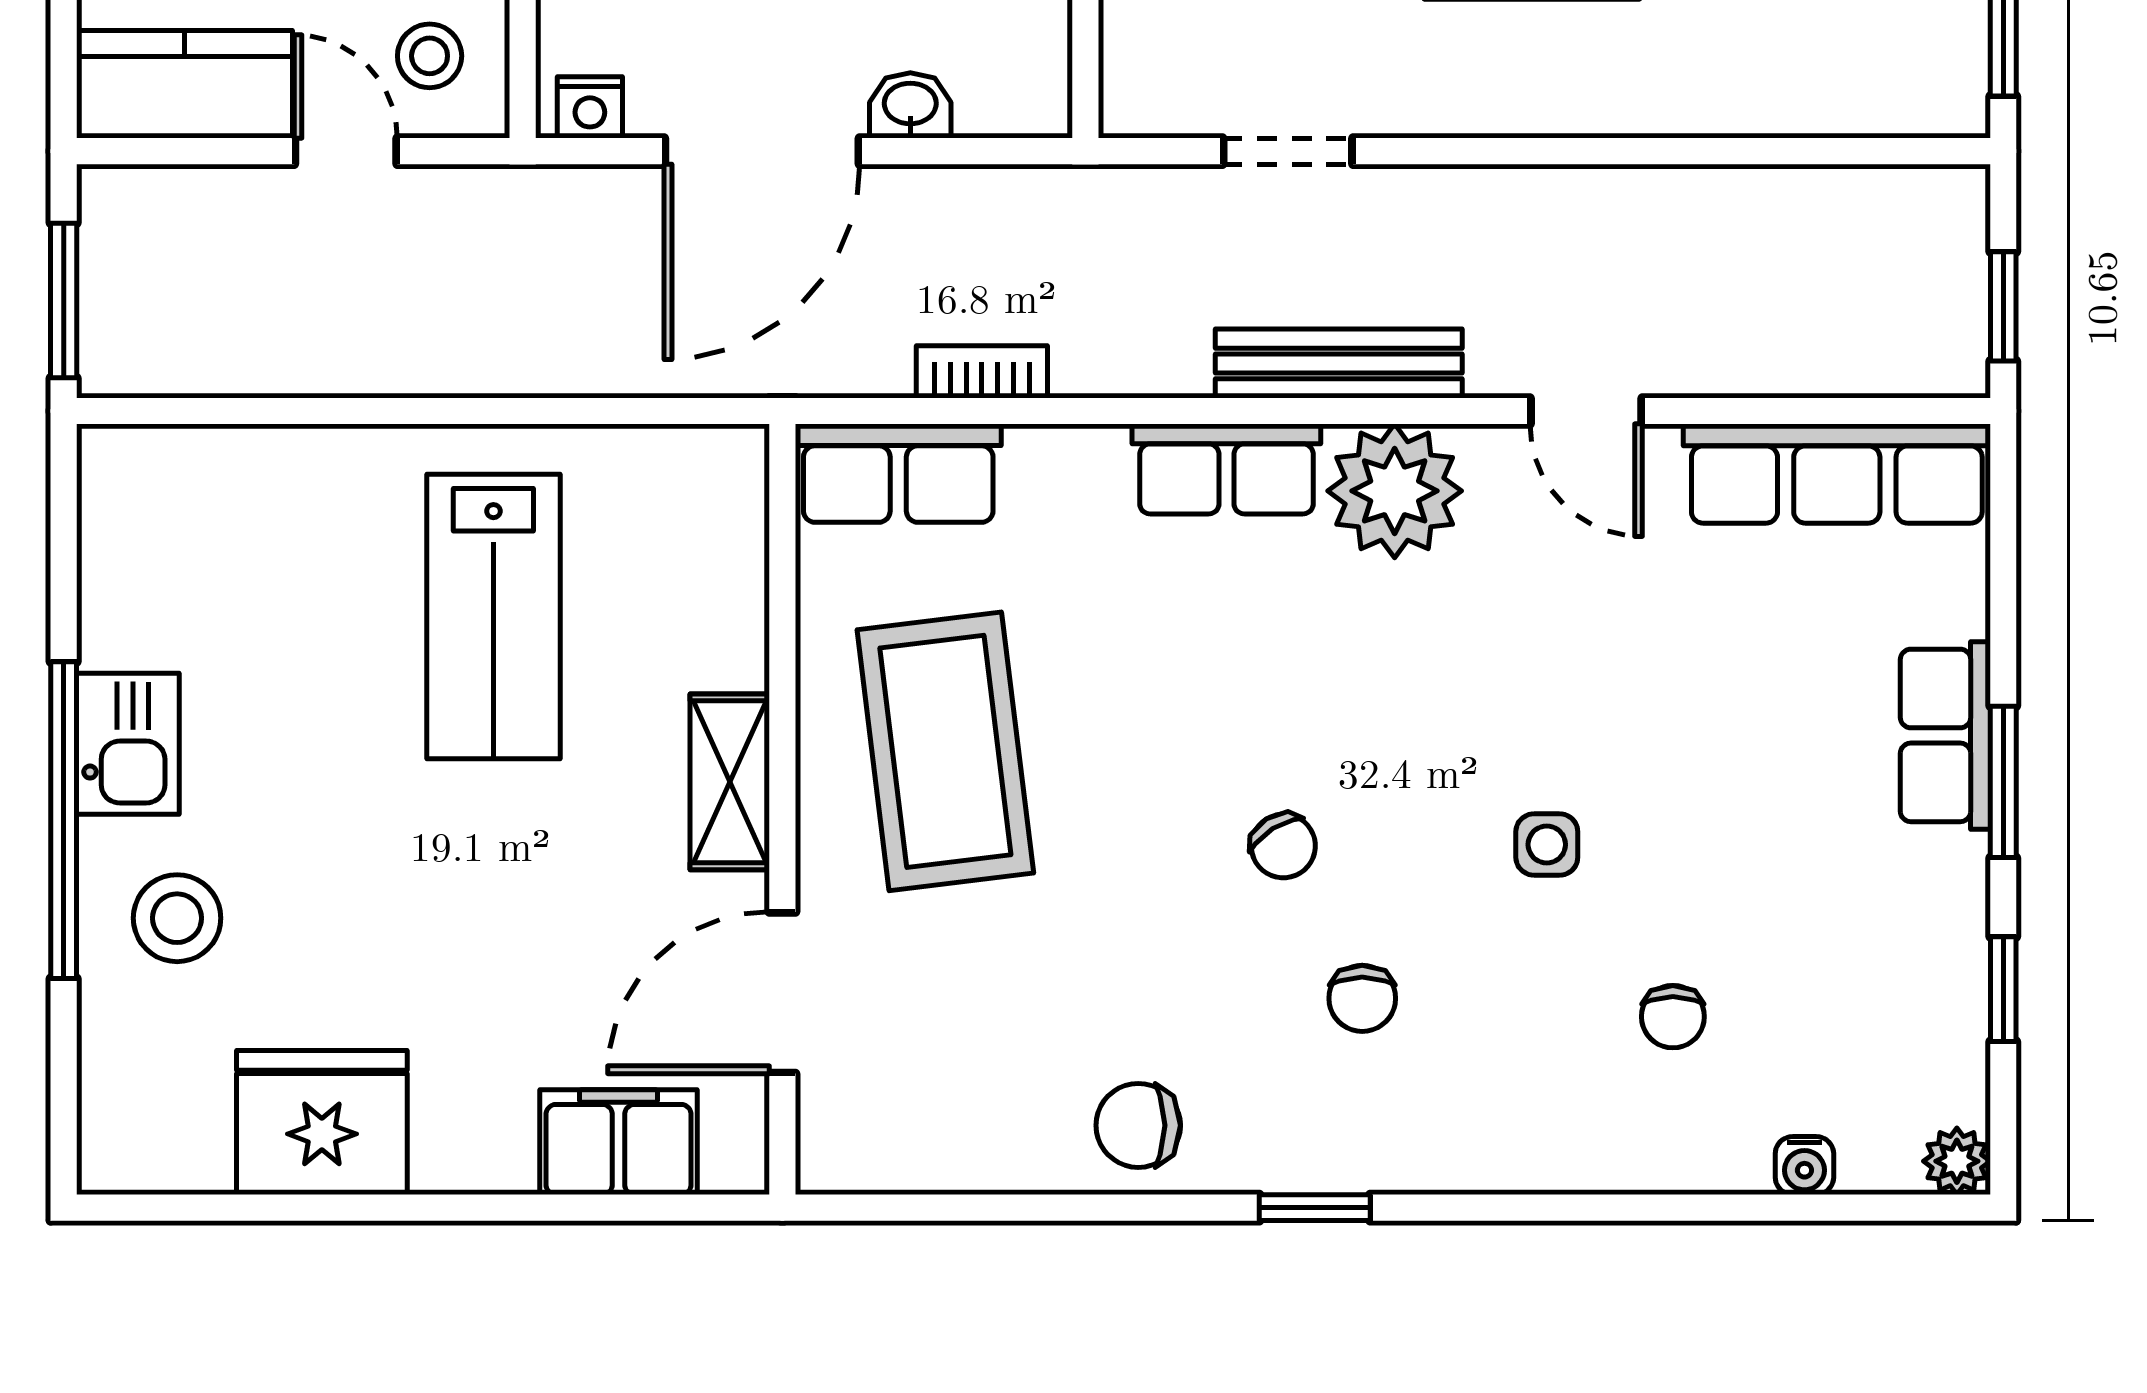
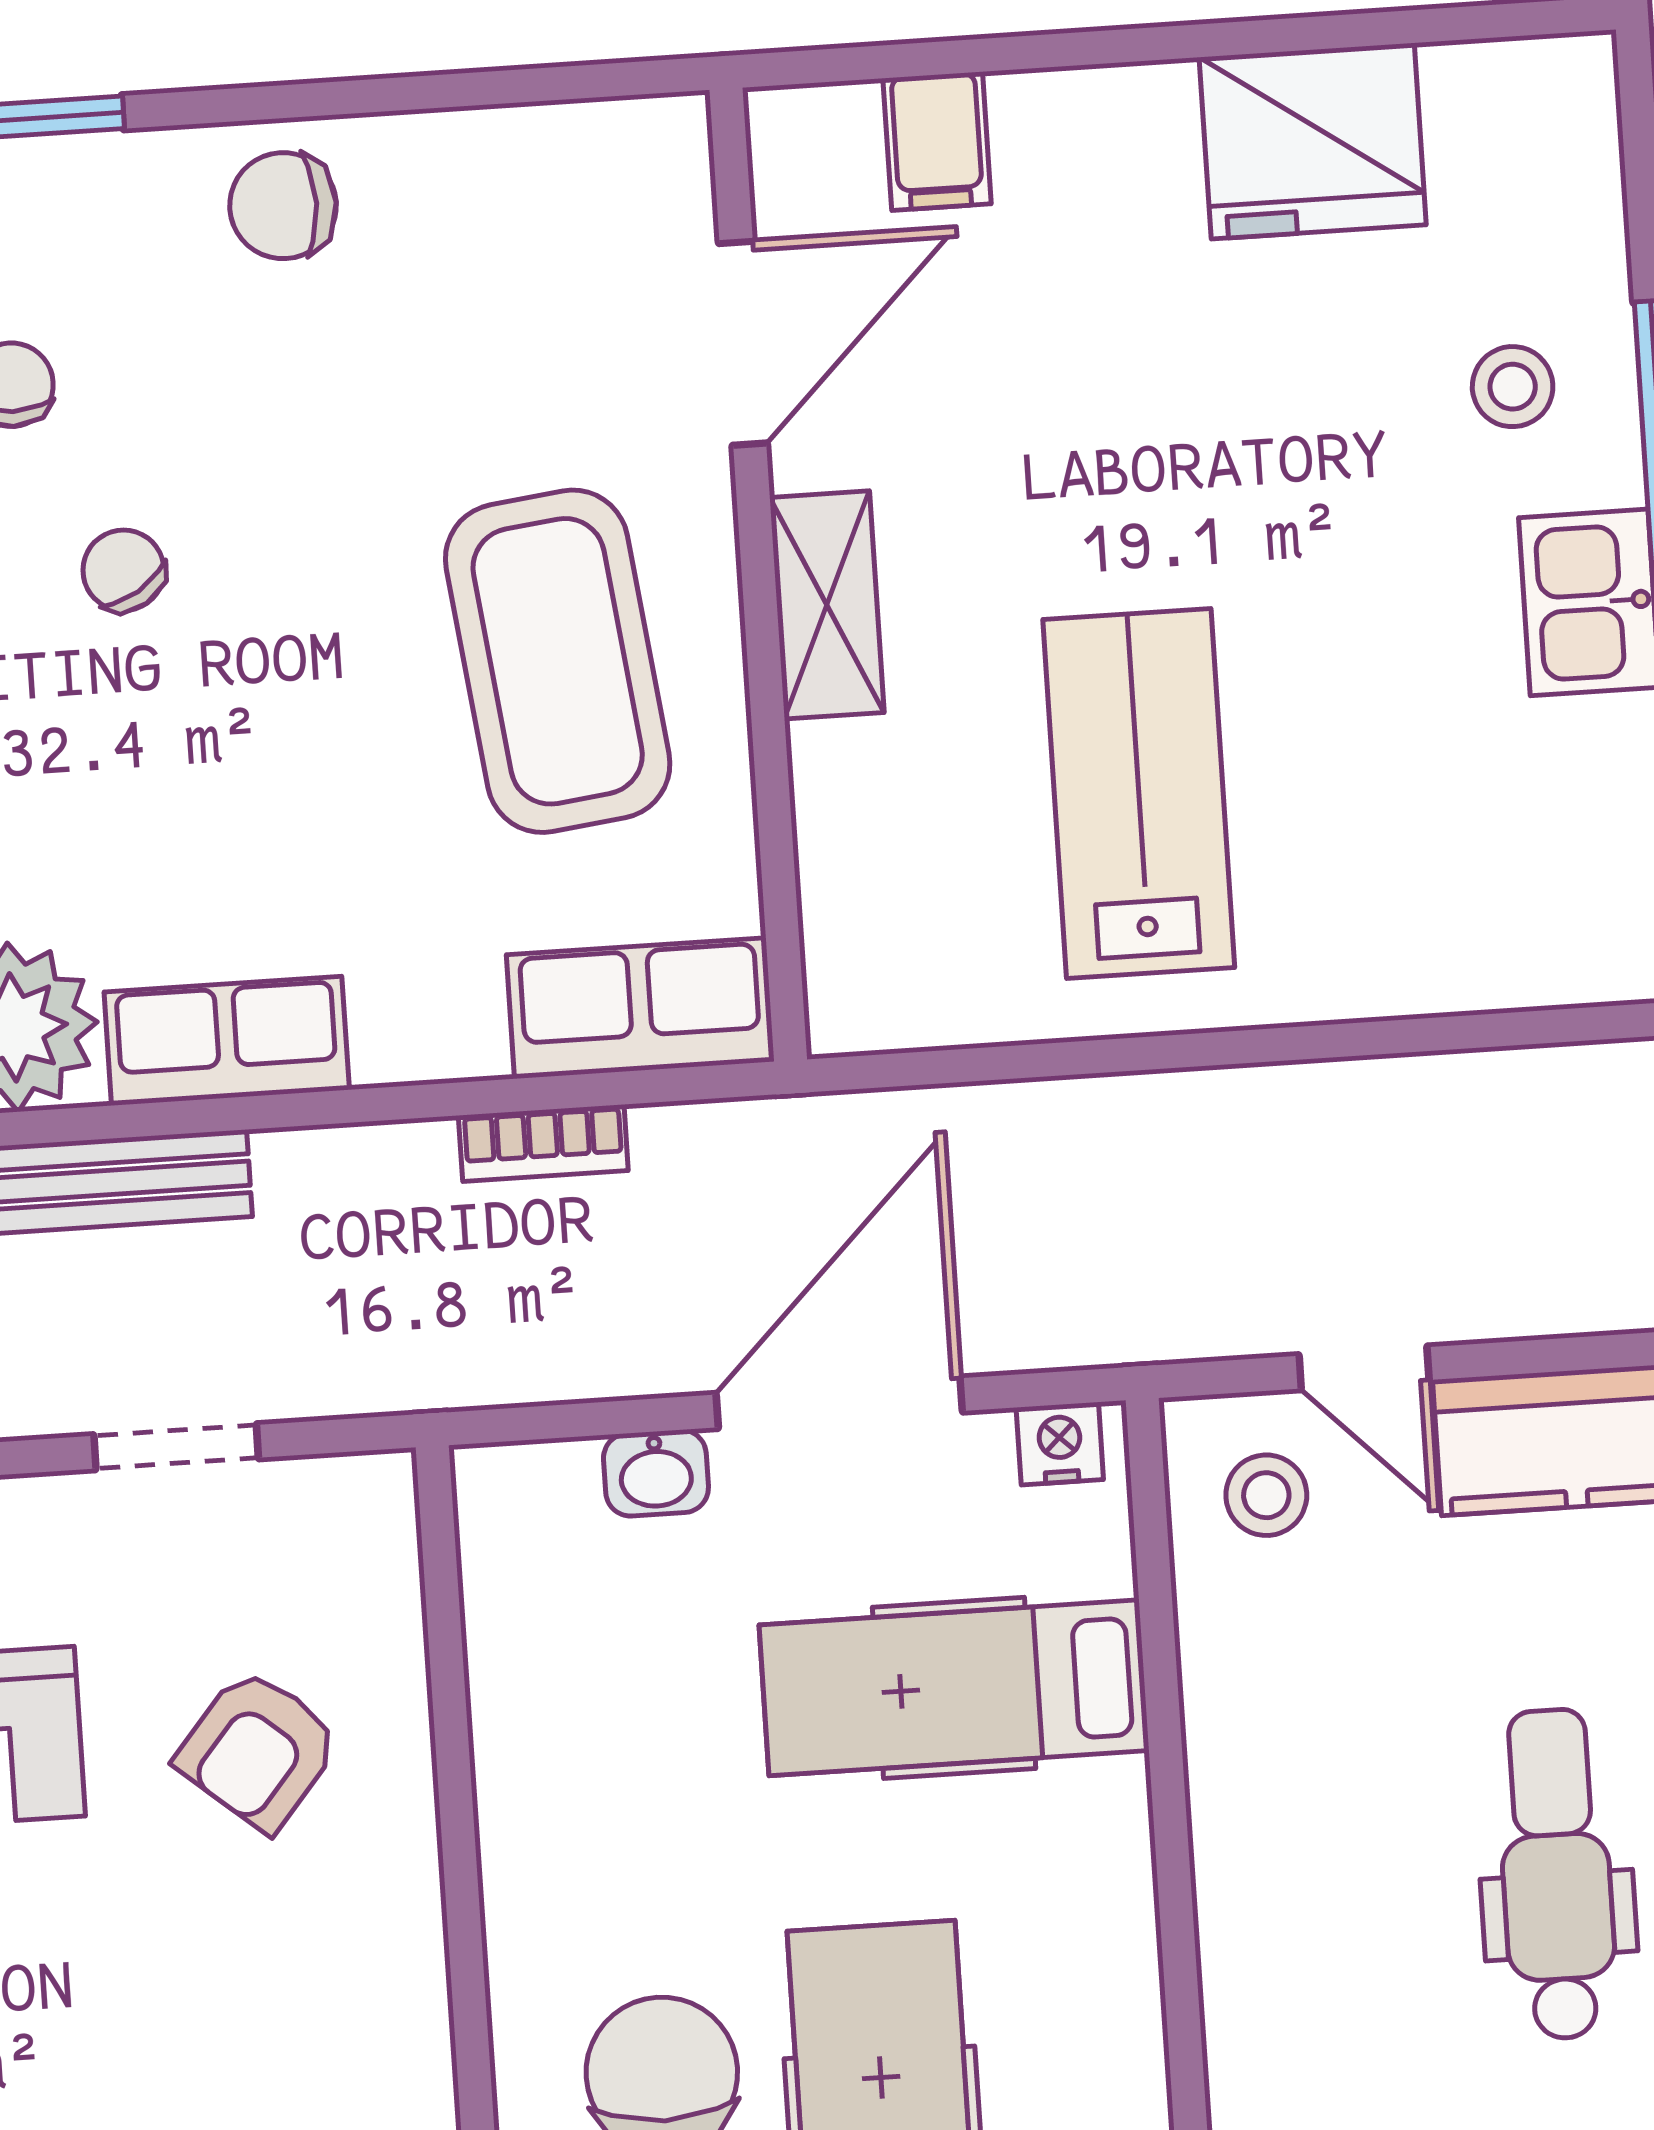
stool: (177, 918) -> (1513, 387), width x0.73, depth x0.73
chair: (1138, 1125) -> (283, 206), turned 180
filing cabinet: (619, 1142) -> (937, 141), width x0.50

